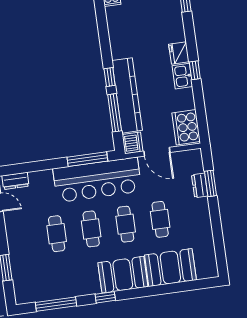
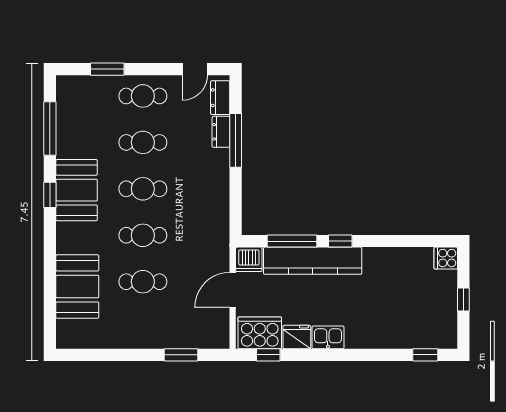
fridge: (179, 53) -> (297, 337), moved
window: (195, 70) -> (268, 355), moved
window: (87, 159) -> (236, 140), moved
bar counter: (97, 180) -> (207, 206), removed
dresser: (200, 185) -> (221, 132), moved, turned -90
cafe table: (22, 238) -> (143, 96), added
booth: (123, 275) -> (77, 190), moved

